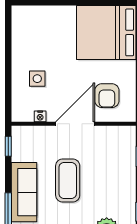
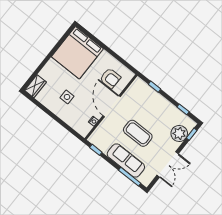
wardrobe: (27, 14) -> (35, 86), added
side table: (37, 79) -> (67, 97), moved

